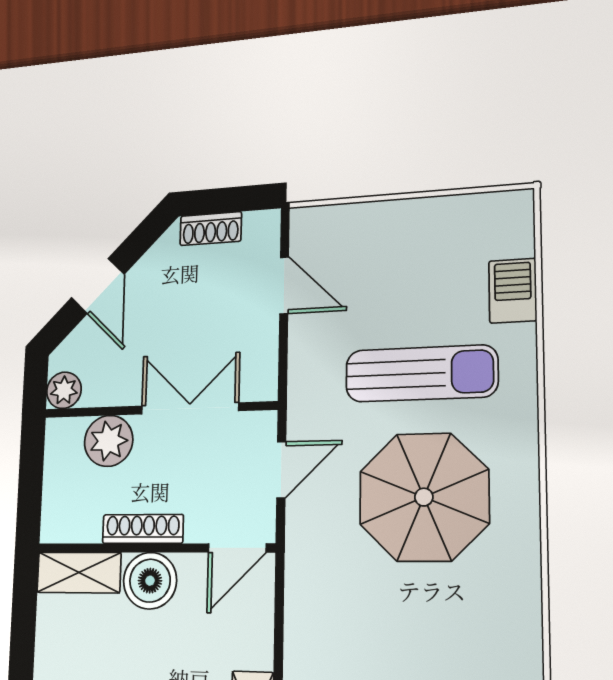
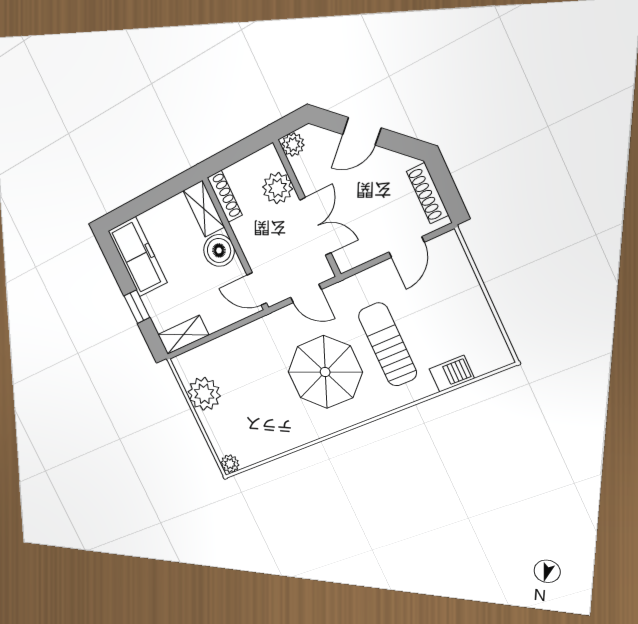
shoe rack: (211, 229) -> (428, 193), width x1.43
sun lounger: (421, 374) -> (388, 344), turned 180
shoe rack: (143, 529) -> (225, 196), moved

